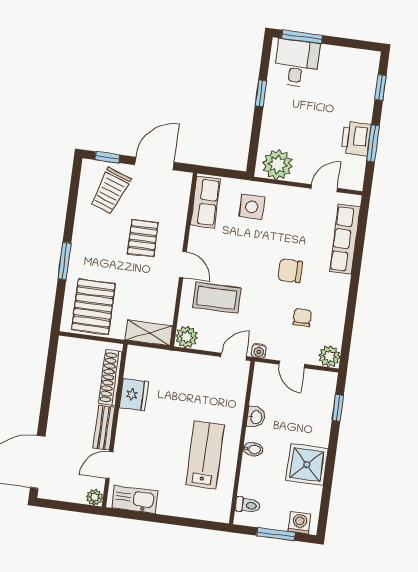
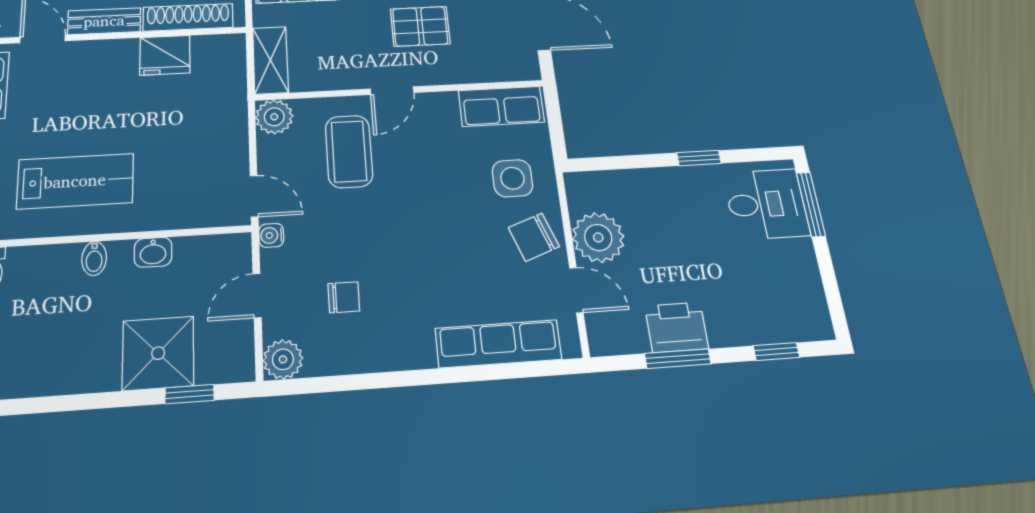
plant: (278, 165) -> (598, 237), moved
chair: (290, 271) -> (534, 237), moved, turned -110
shower: (307, 465) -> (158, 353), moved

